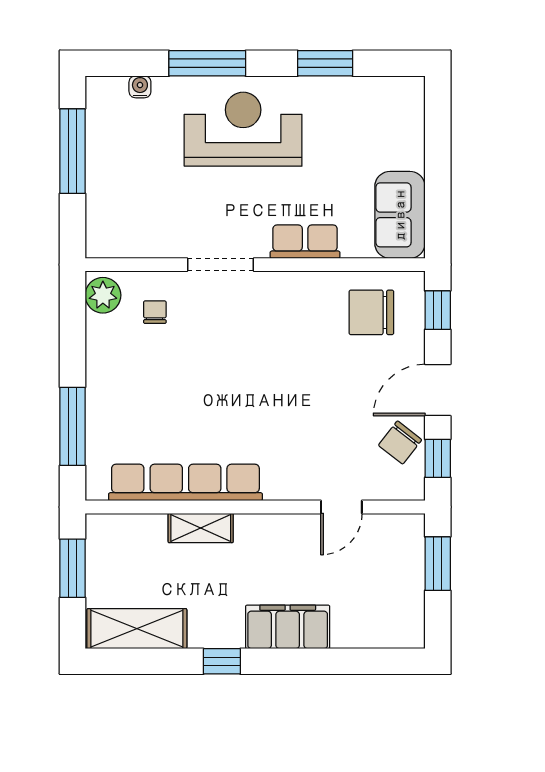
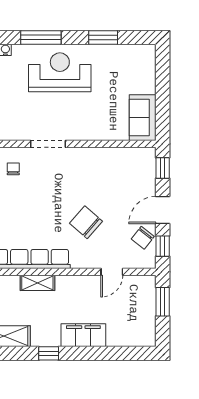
row of seats: (305, 242) -> (93, 132), removed
chair: (371, 312) -> (86, 222), moved, turned 41

